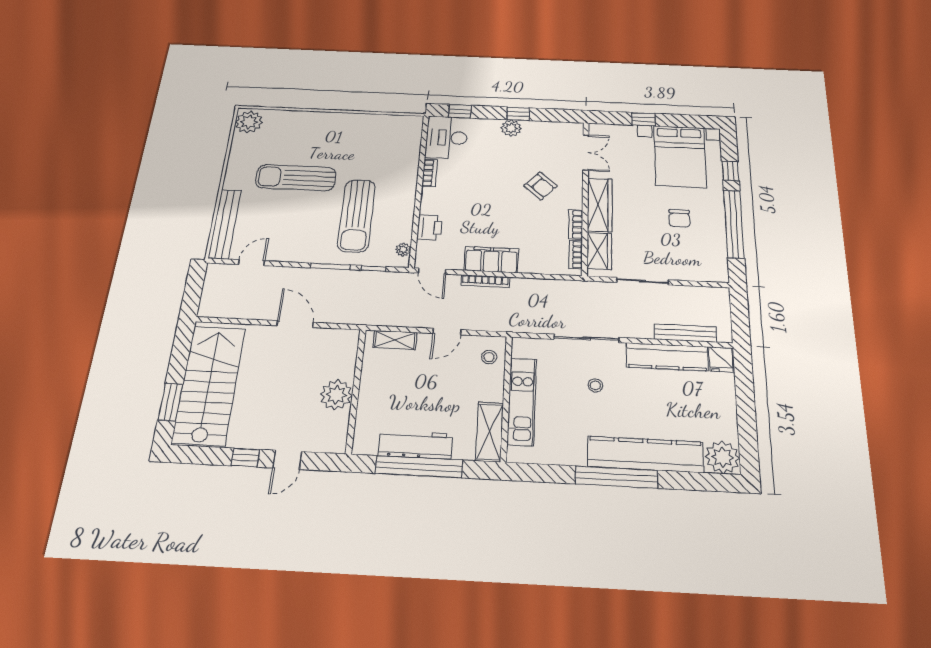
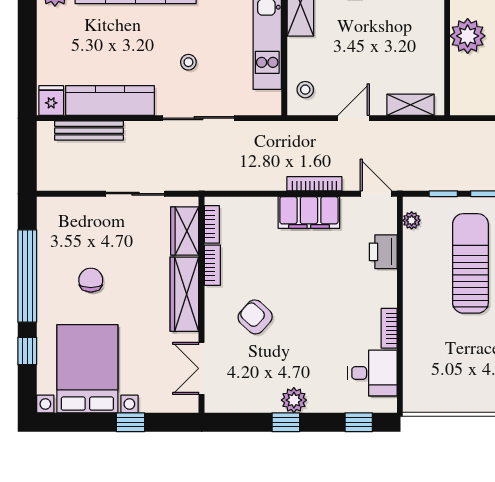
desk: (447, 138) -> (372, 373), width x0.73

